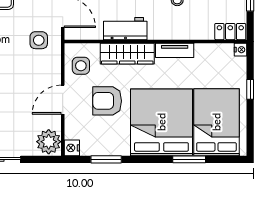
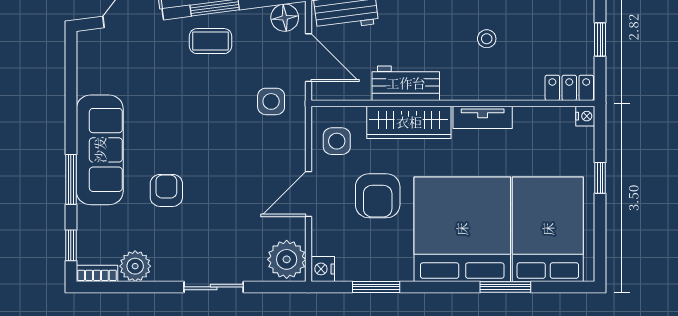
armchair: (107, 101) -> (378, 196), turned -90

